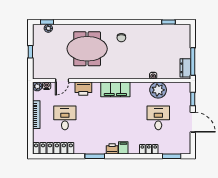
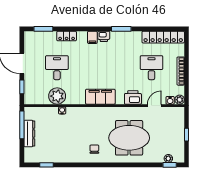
dresser: (185, 68) -> (29, 134), moved, width x1.44
desk: (65, 118) -> (152, 68), turned 180
desk: (158, 118) -> (57, 68), turned 180

